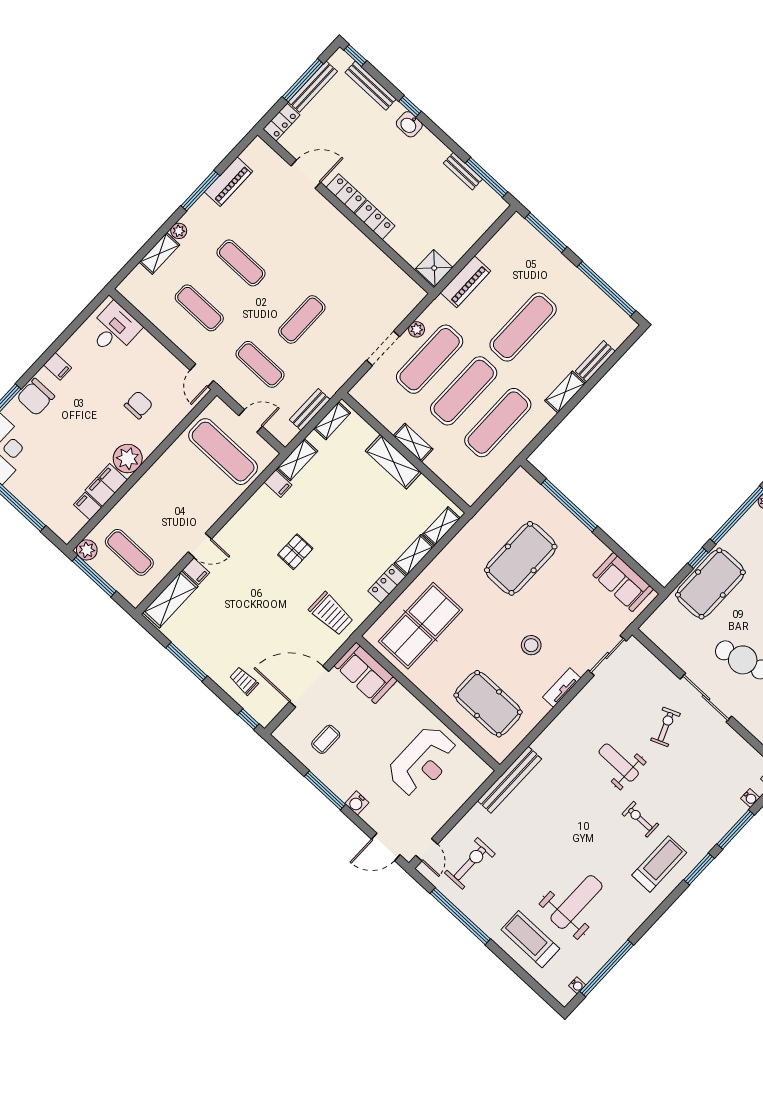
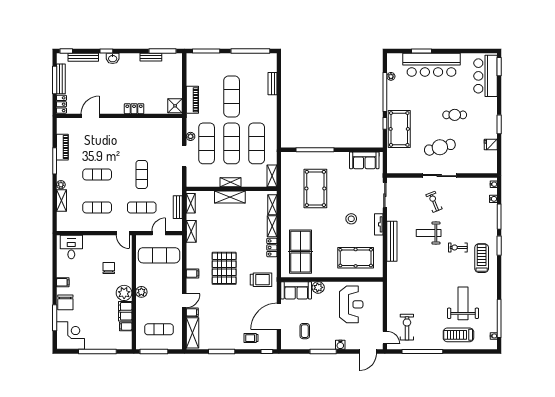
locker: (346, 193) -> (113, 109), removed
shelving: (565, 392) -> (272, 176), moved
filing cabinet: (278, 484) -> (192, 273), moved
plant: (87, 550) -> (141, 292), moved
pallet: (295, 552) -> (224, 268), width x2.05, depth x2.00
plant: (399, 697) -> (318, 287), added
bench: (510, 780) -> (392, 241), moved

